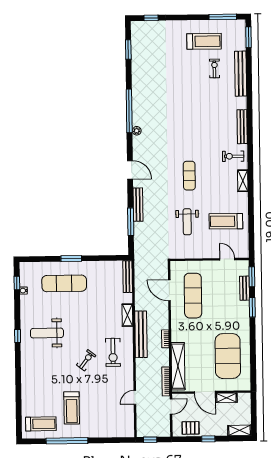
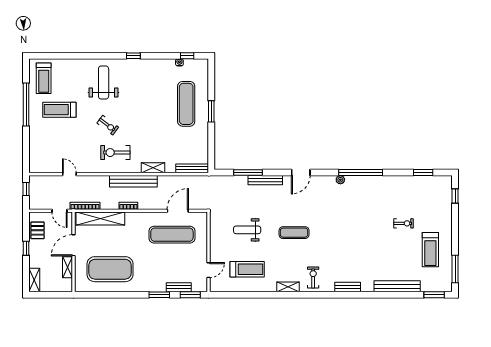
exercise bike: (214, 68) -> (404, 223), moved
bench: (242, 127) -> (348, 287), width x0.73
treadmill: (226, 221) -> (247, 269), turned 90
weight bench: (47, 333) -> (104, 83), moved

